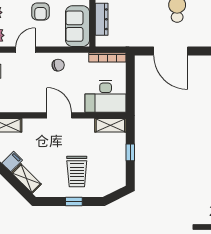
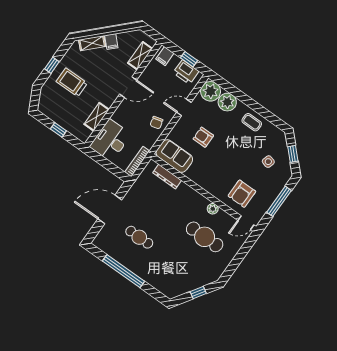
door: (26, 50) -> (184, 107), swing flipped
door: (59, 115) -> (128, 87), moved
shelving: (110, 125) -> (97, 117), moved

